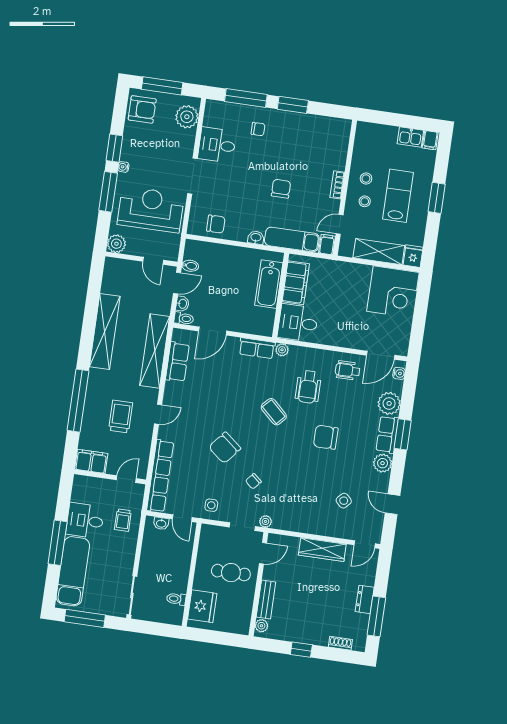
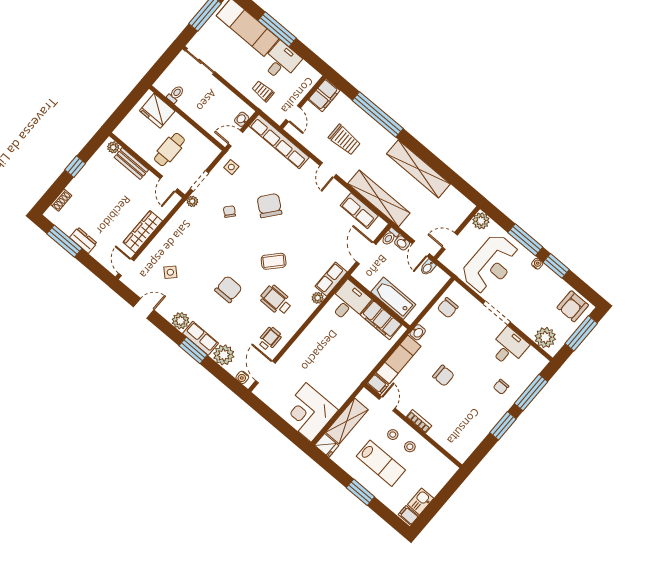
filing cabinet: (296, 283) -> (381, 320), moved
bathtub: (269, 284) -> (393, 298), moved
wall: (281, 295) -> (379, 302), moved
desk: (298, 323) -> (349, 302), moved

